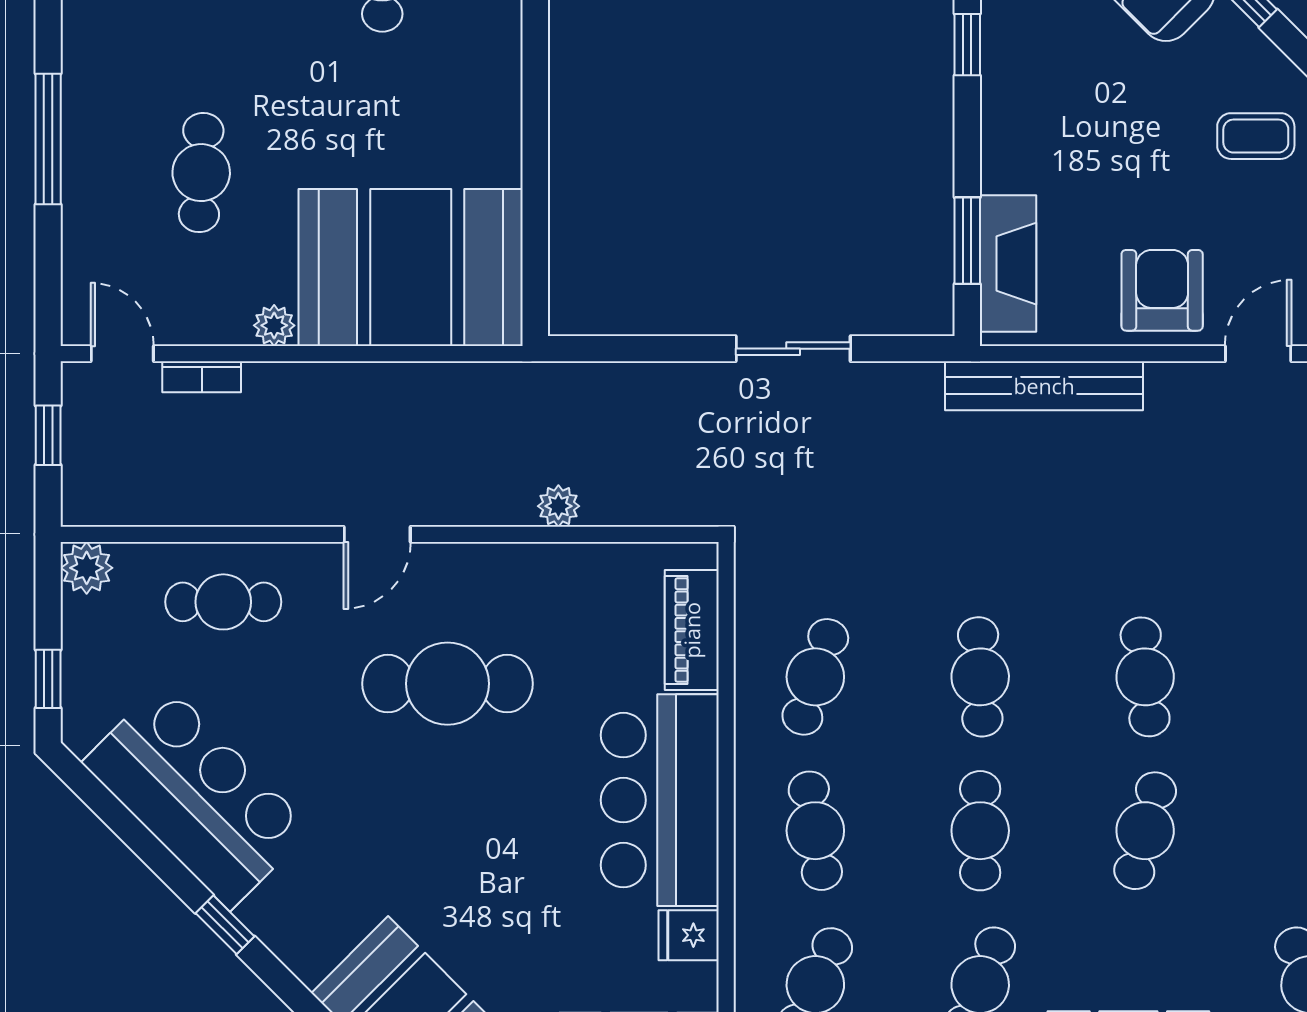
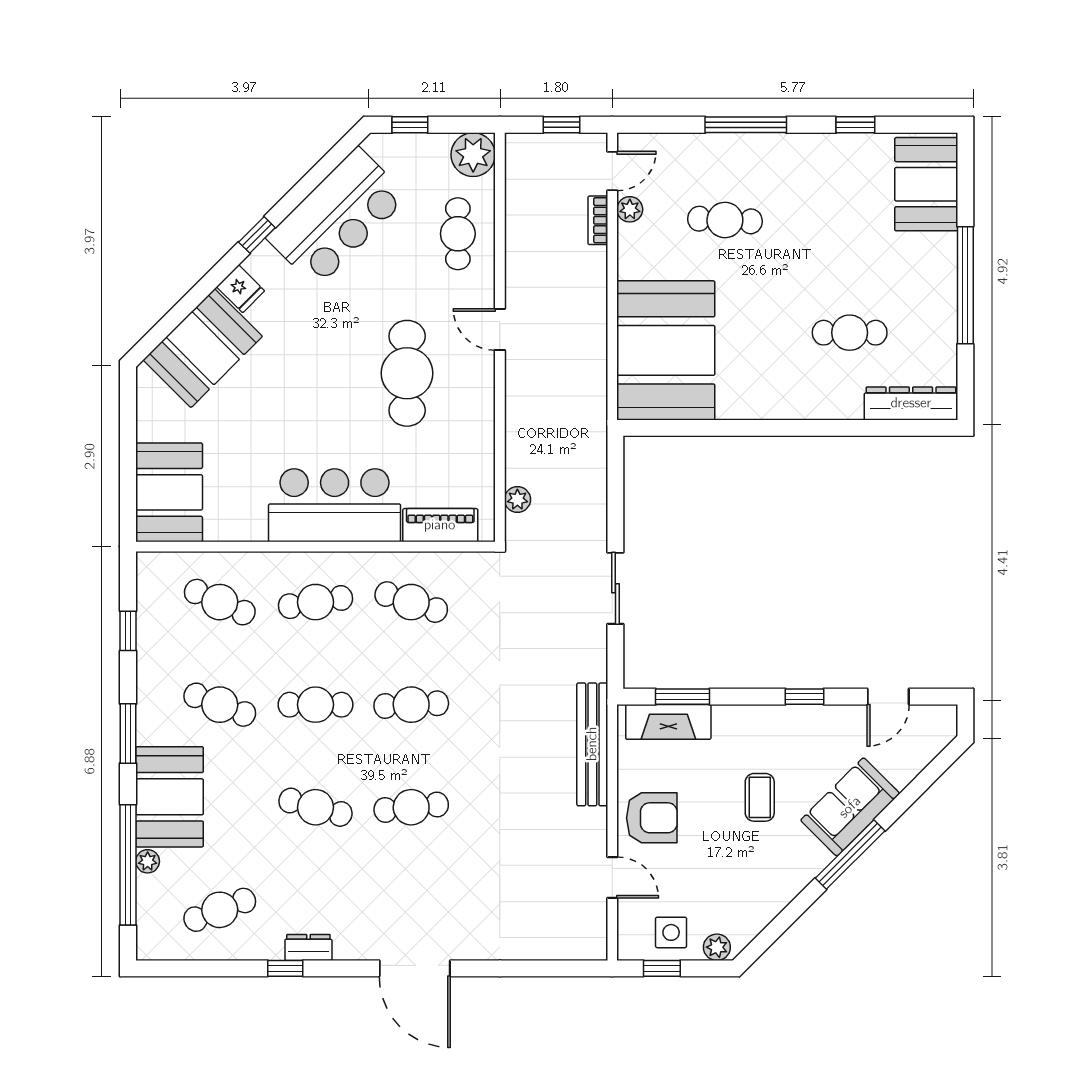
coffee table: (1256, 136) -> (760, 797), moved
plant: (274, 325) -> (630, 209), moved
plant: (558, 506) -> (517, 500), moved
plant: (87, 568) -> (473, 155), width x1.36, depth x1.36
fridge: (689, 935) -> (241, 289), moved, turned 135

